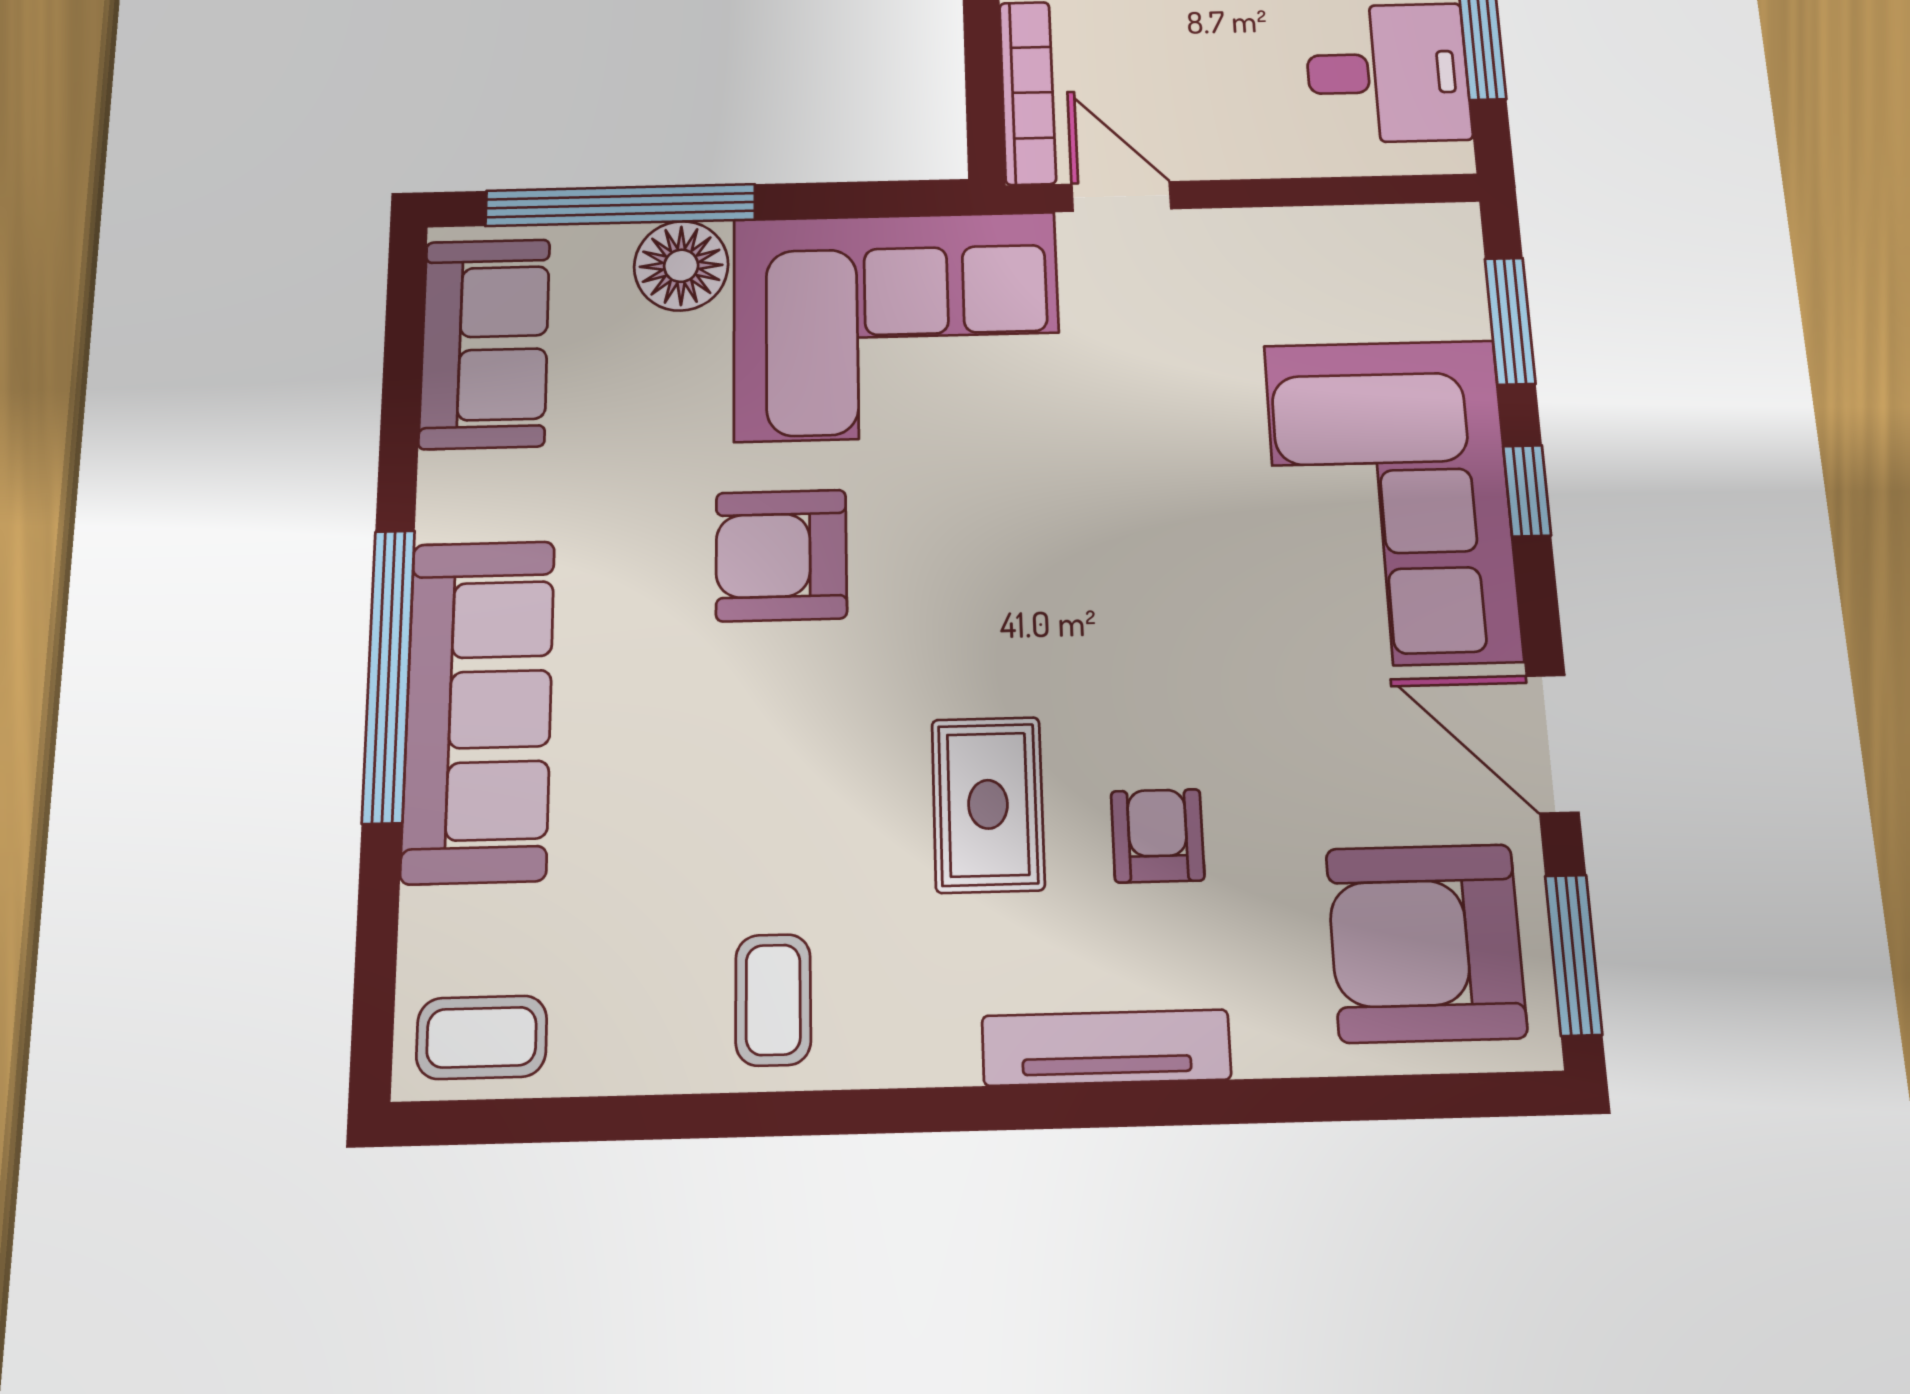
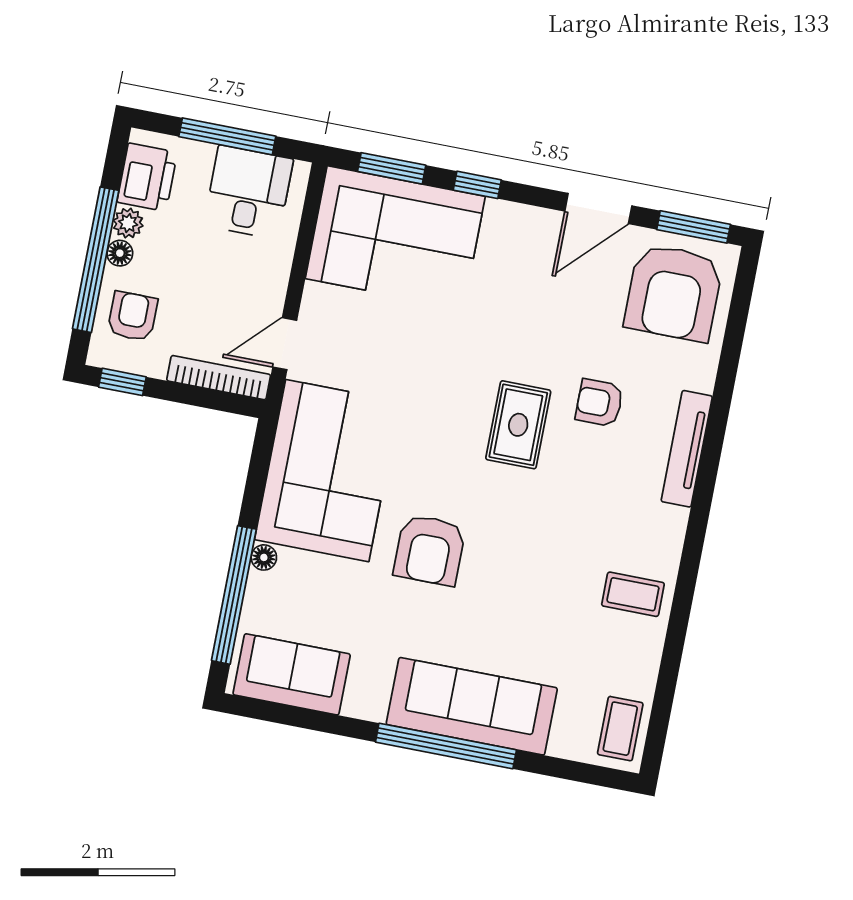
floor lamp: (681, 266) -> (264, 557), width x0.53, depth x0.53
corner sofa: (1392, 501) -> (395, 237), moved
rug: (988, 804) -> (518, 425), moved, turned 90

